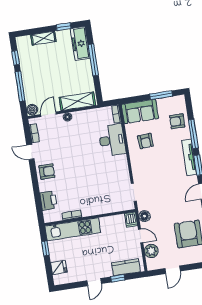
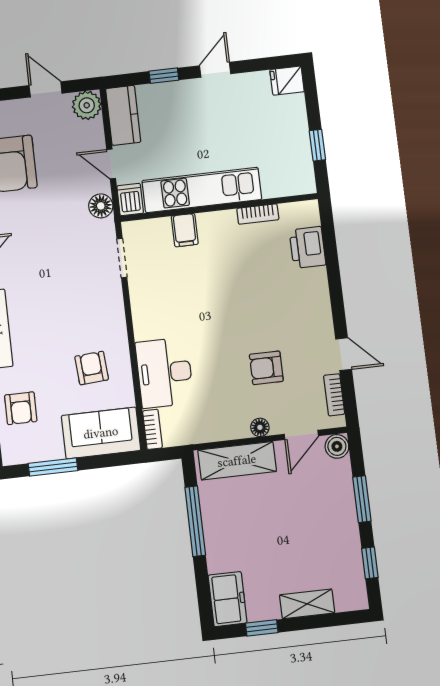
freezer: (80, 43) -> (228, 599), width x0.71
window: (93, 60) -> (195, 521), moved
window: (20, 86) -> (362, 499), width x0.69
armchair: (177, 121) -> (21, 408), turned 90
armchair: (47, 172) -> (266, 368), moved
filing cabinet: (105, 206) -> (185, 230), added
kitchen unit: (73, 229) -> (202, 190), moved
plant: (151, 251) -> (87, 105), moved
fridge: (59, 267) -> (287, 81), moved
kitchen counter: (126, 267) -> (123, 115), moved, turned -90
door: (173, 270) -> (46, 89), hinge flipped

